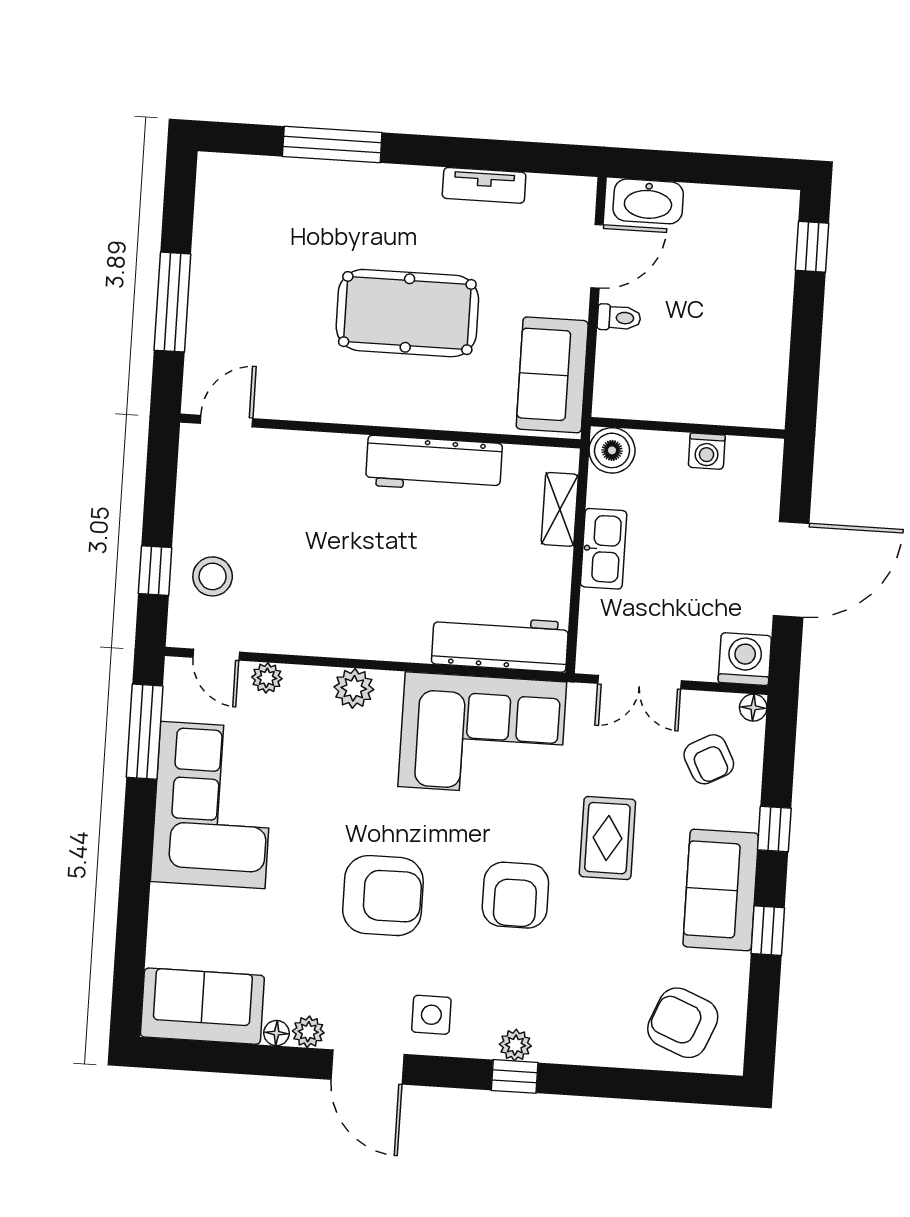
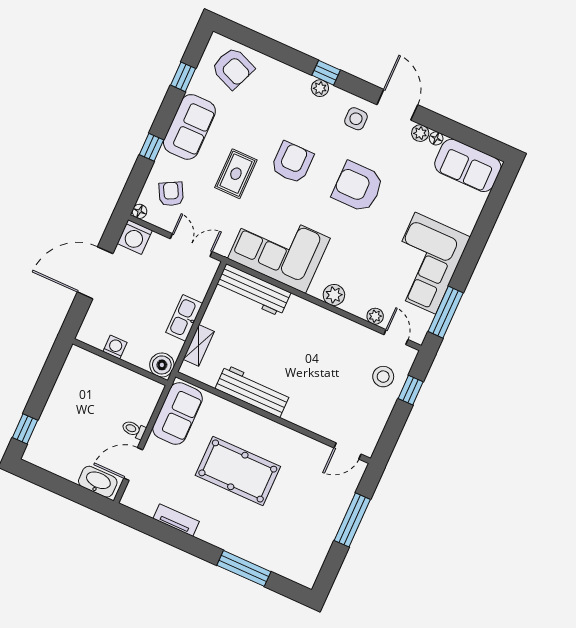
window: (768, 931) -> (183, 77), moved

